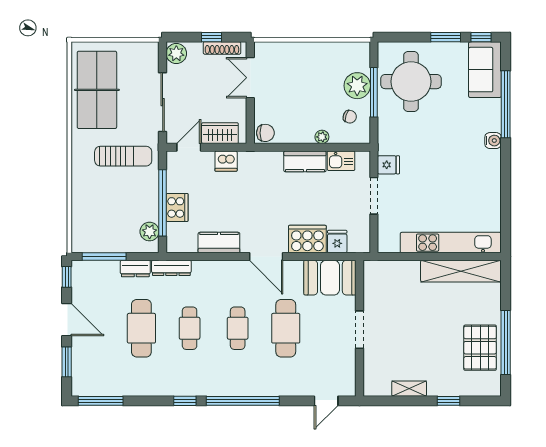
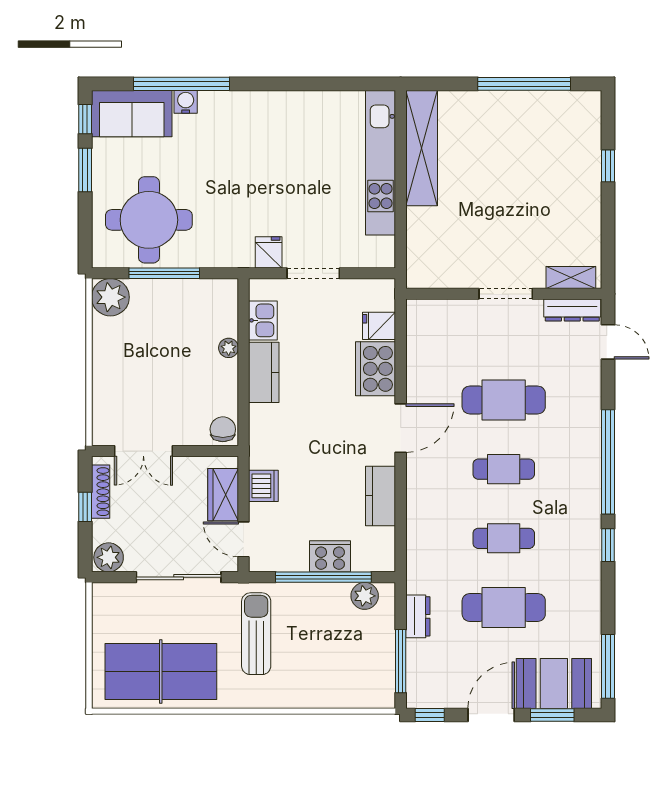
plant: (357, 86) -> (110, 297), moved
chair: (350, 117) -> (199, 308), removed
water cooler: (493, 141) -> (186, 102), moved
dresser: (171, 268) -> (572, 310), moved, turned 90
booth: (330, 278) -> (554, 683), moved, turned 90
pallet: (480, 348) -> (532, 121), removed
shelving: (409, 389) -> (571, 277), moved, turned 90

